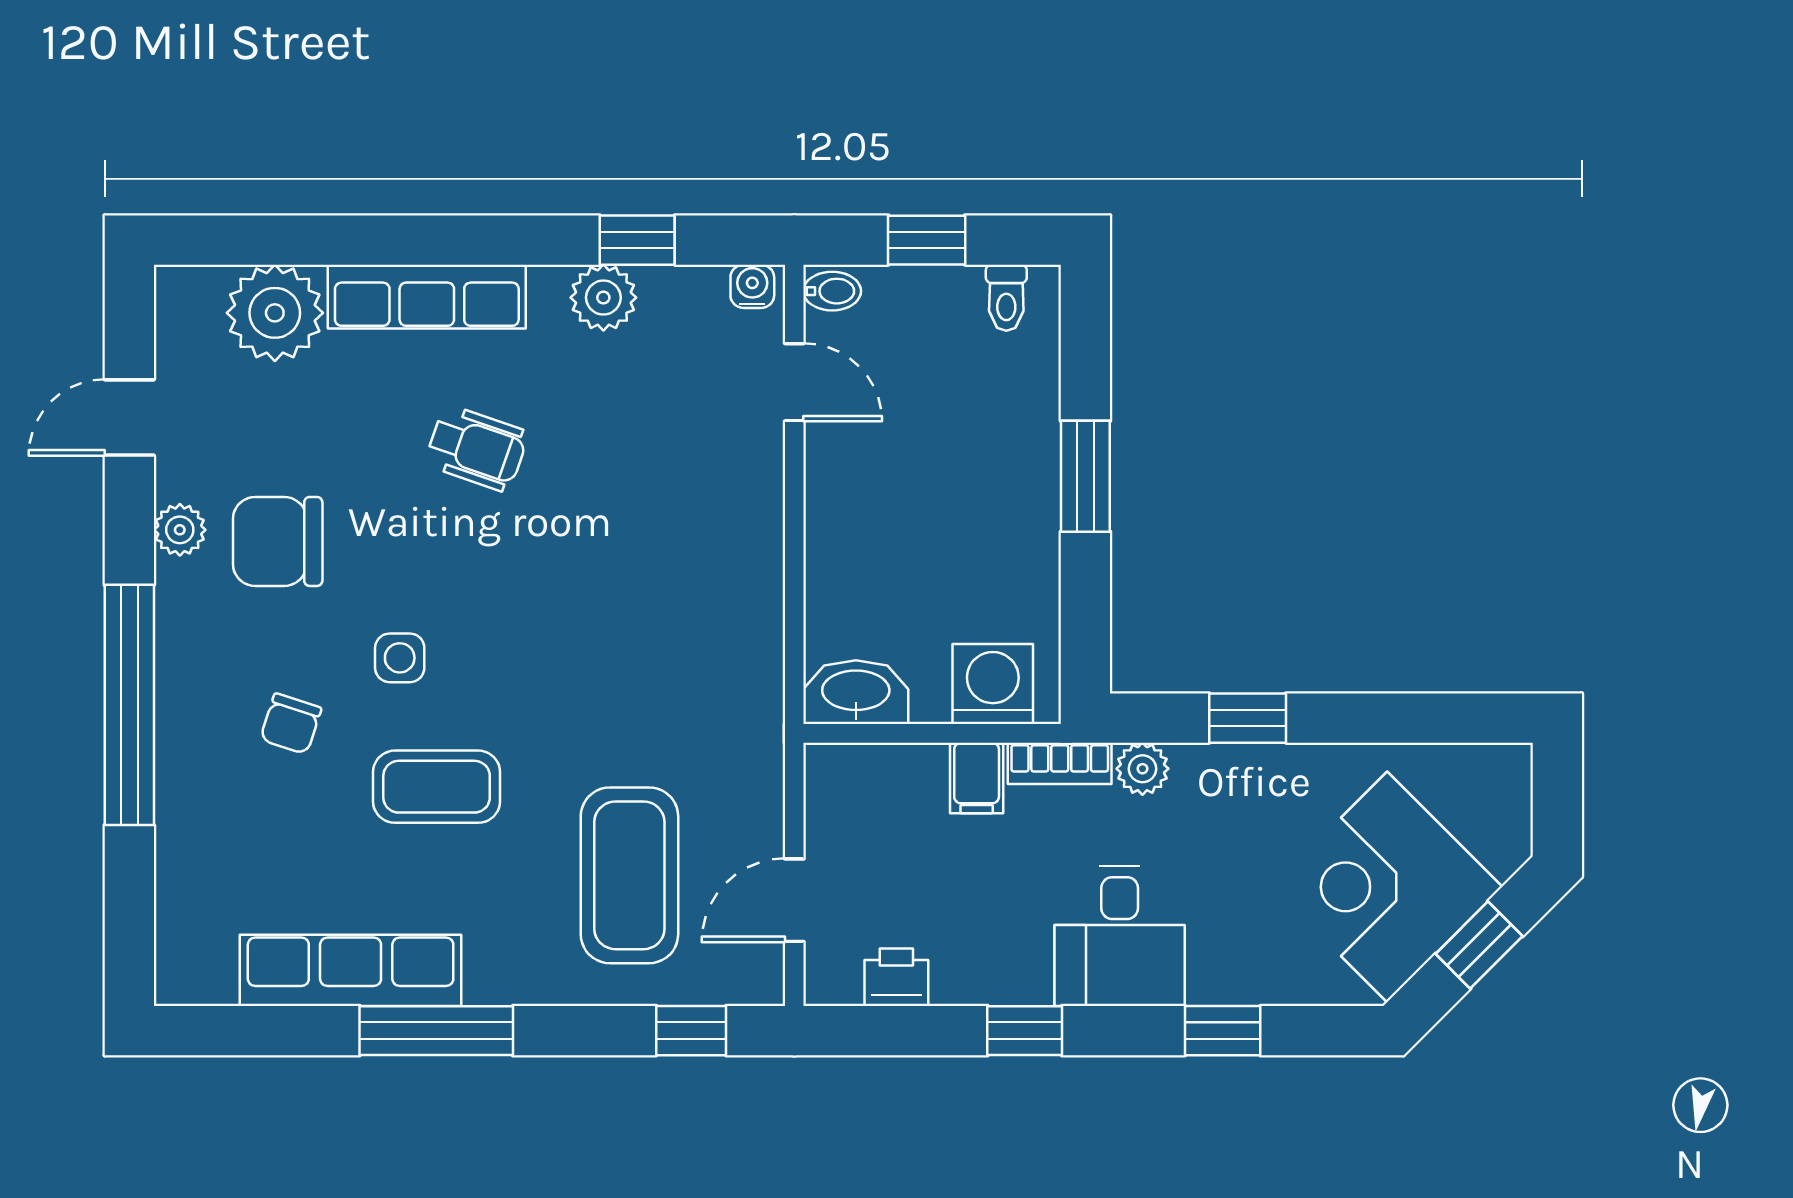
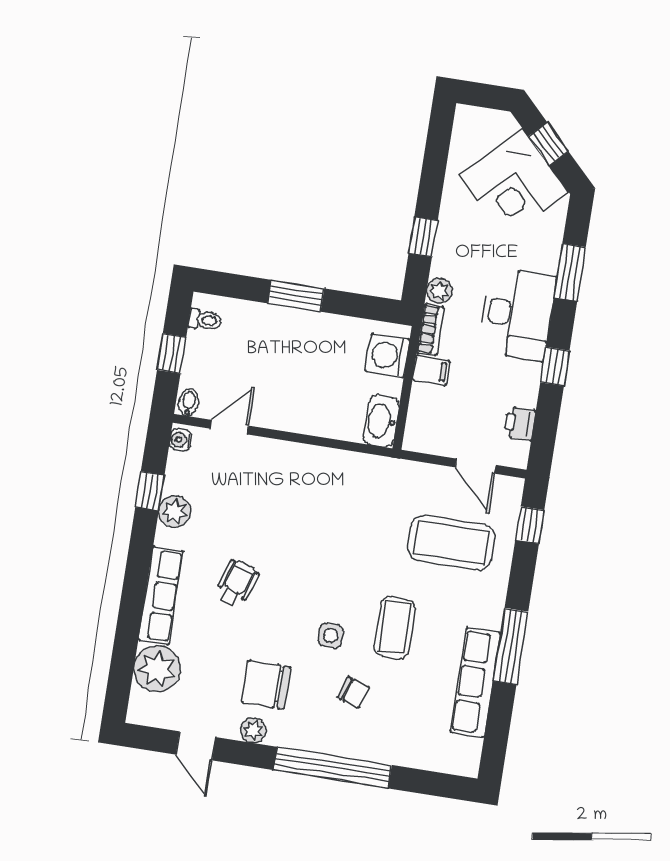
chair: (278, 541) -> (266, 685), turned 90
desk: (1120, 936) -> (517, 314), width x1.37
window: (1223, 1031) -> (570, 272), width x1.50

